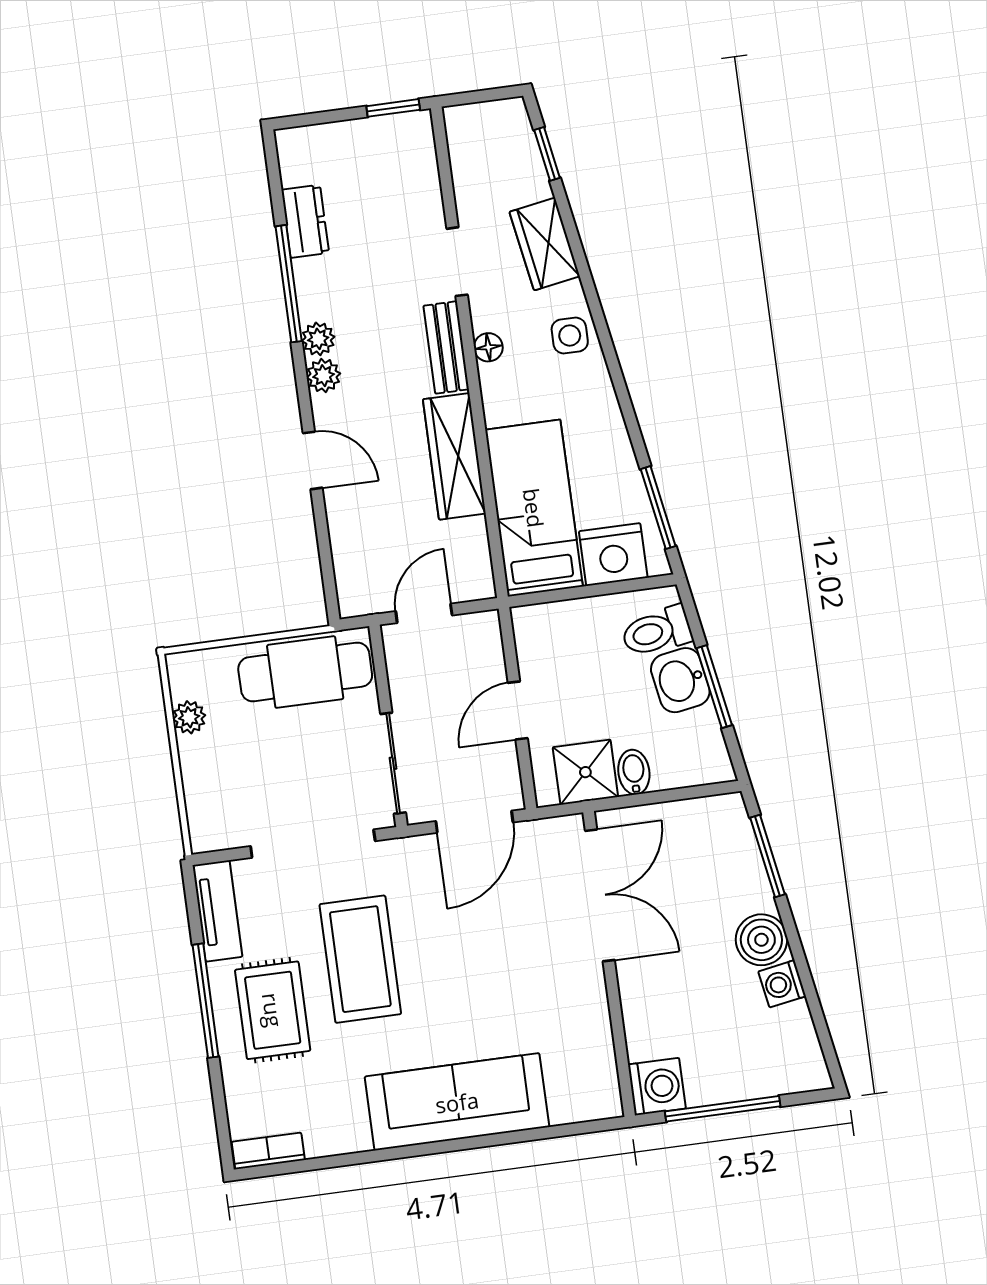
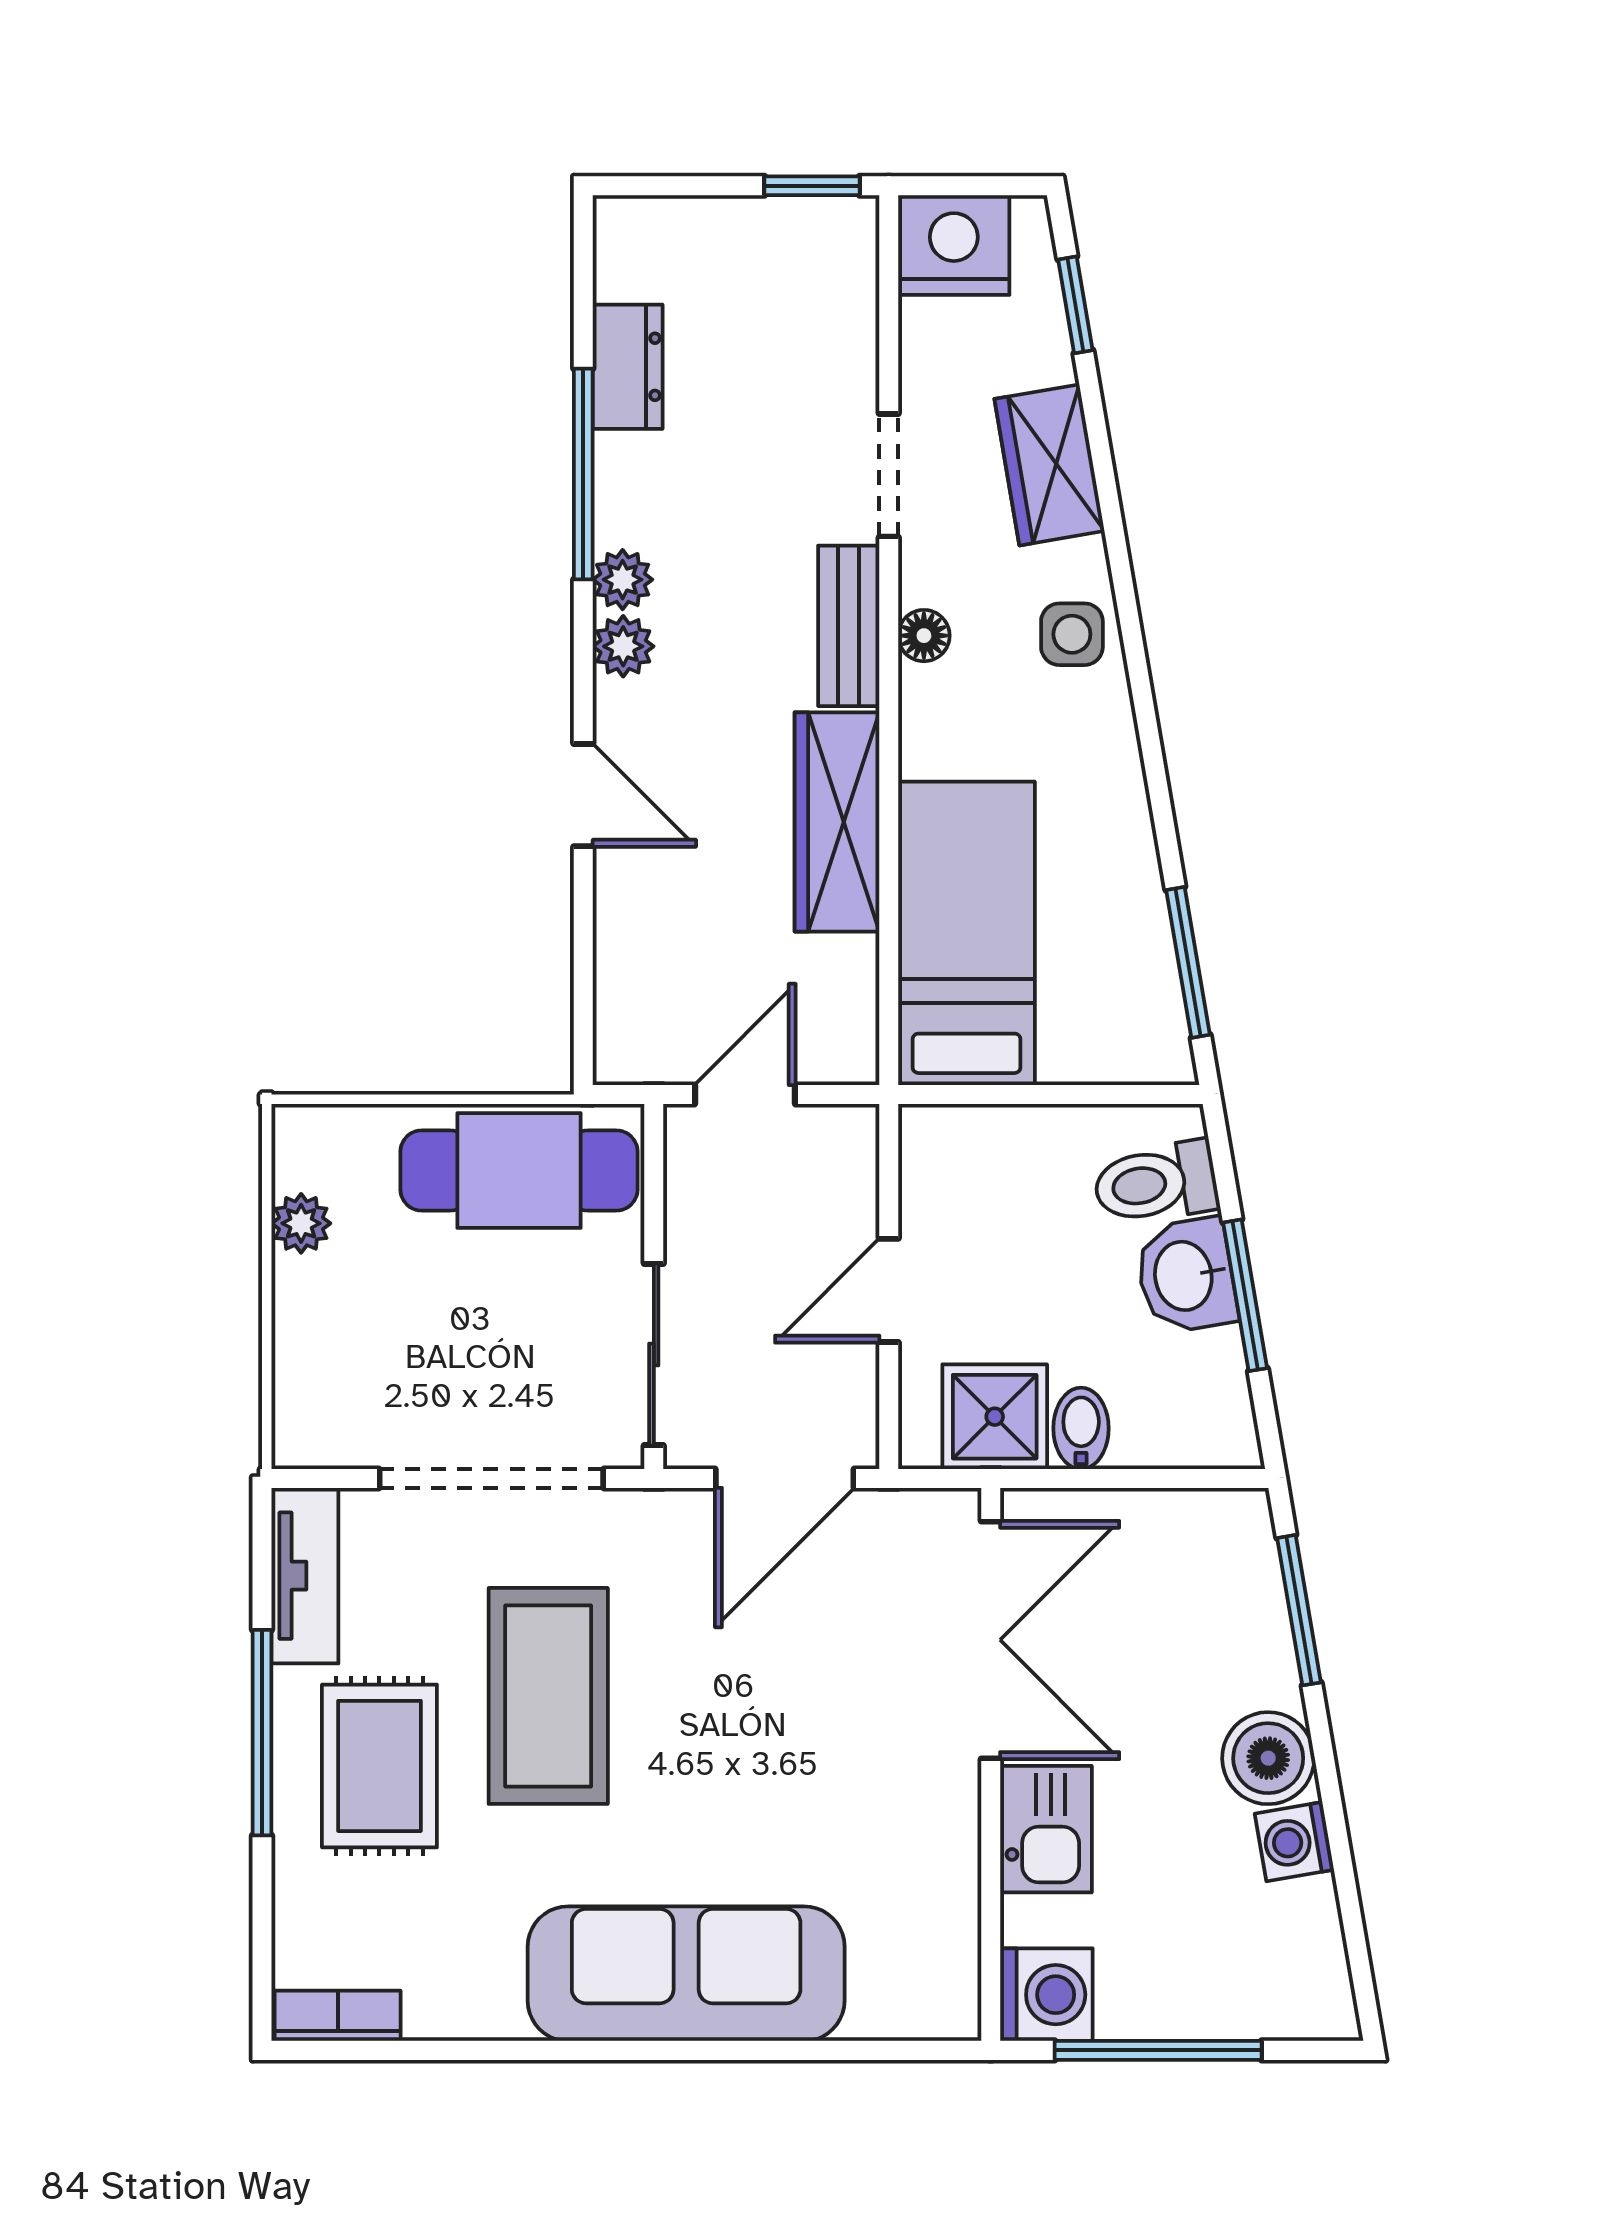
nightstand: (613, 554) -> (954, 245), moved, turned 180
kitchen sink: (644, 995) -> (1046, 1829), added

